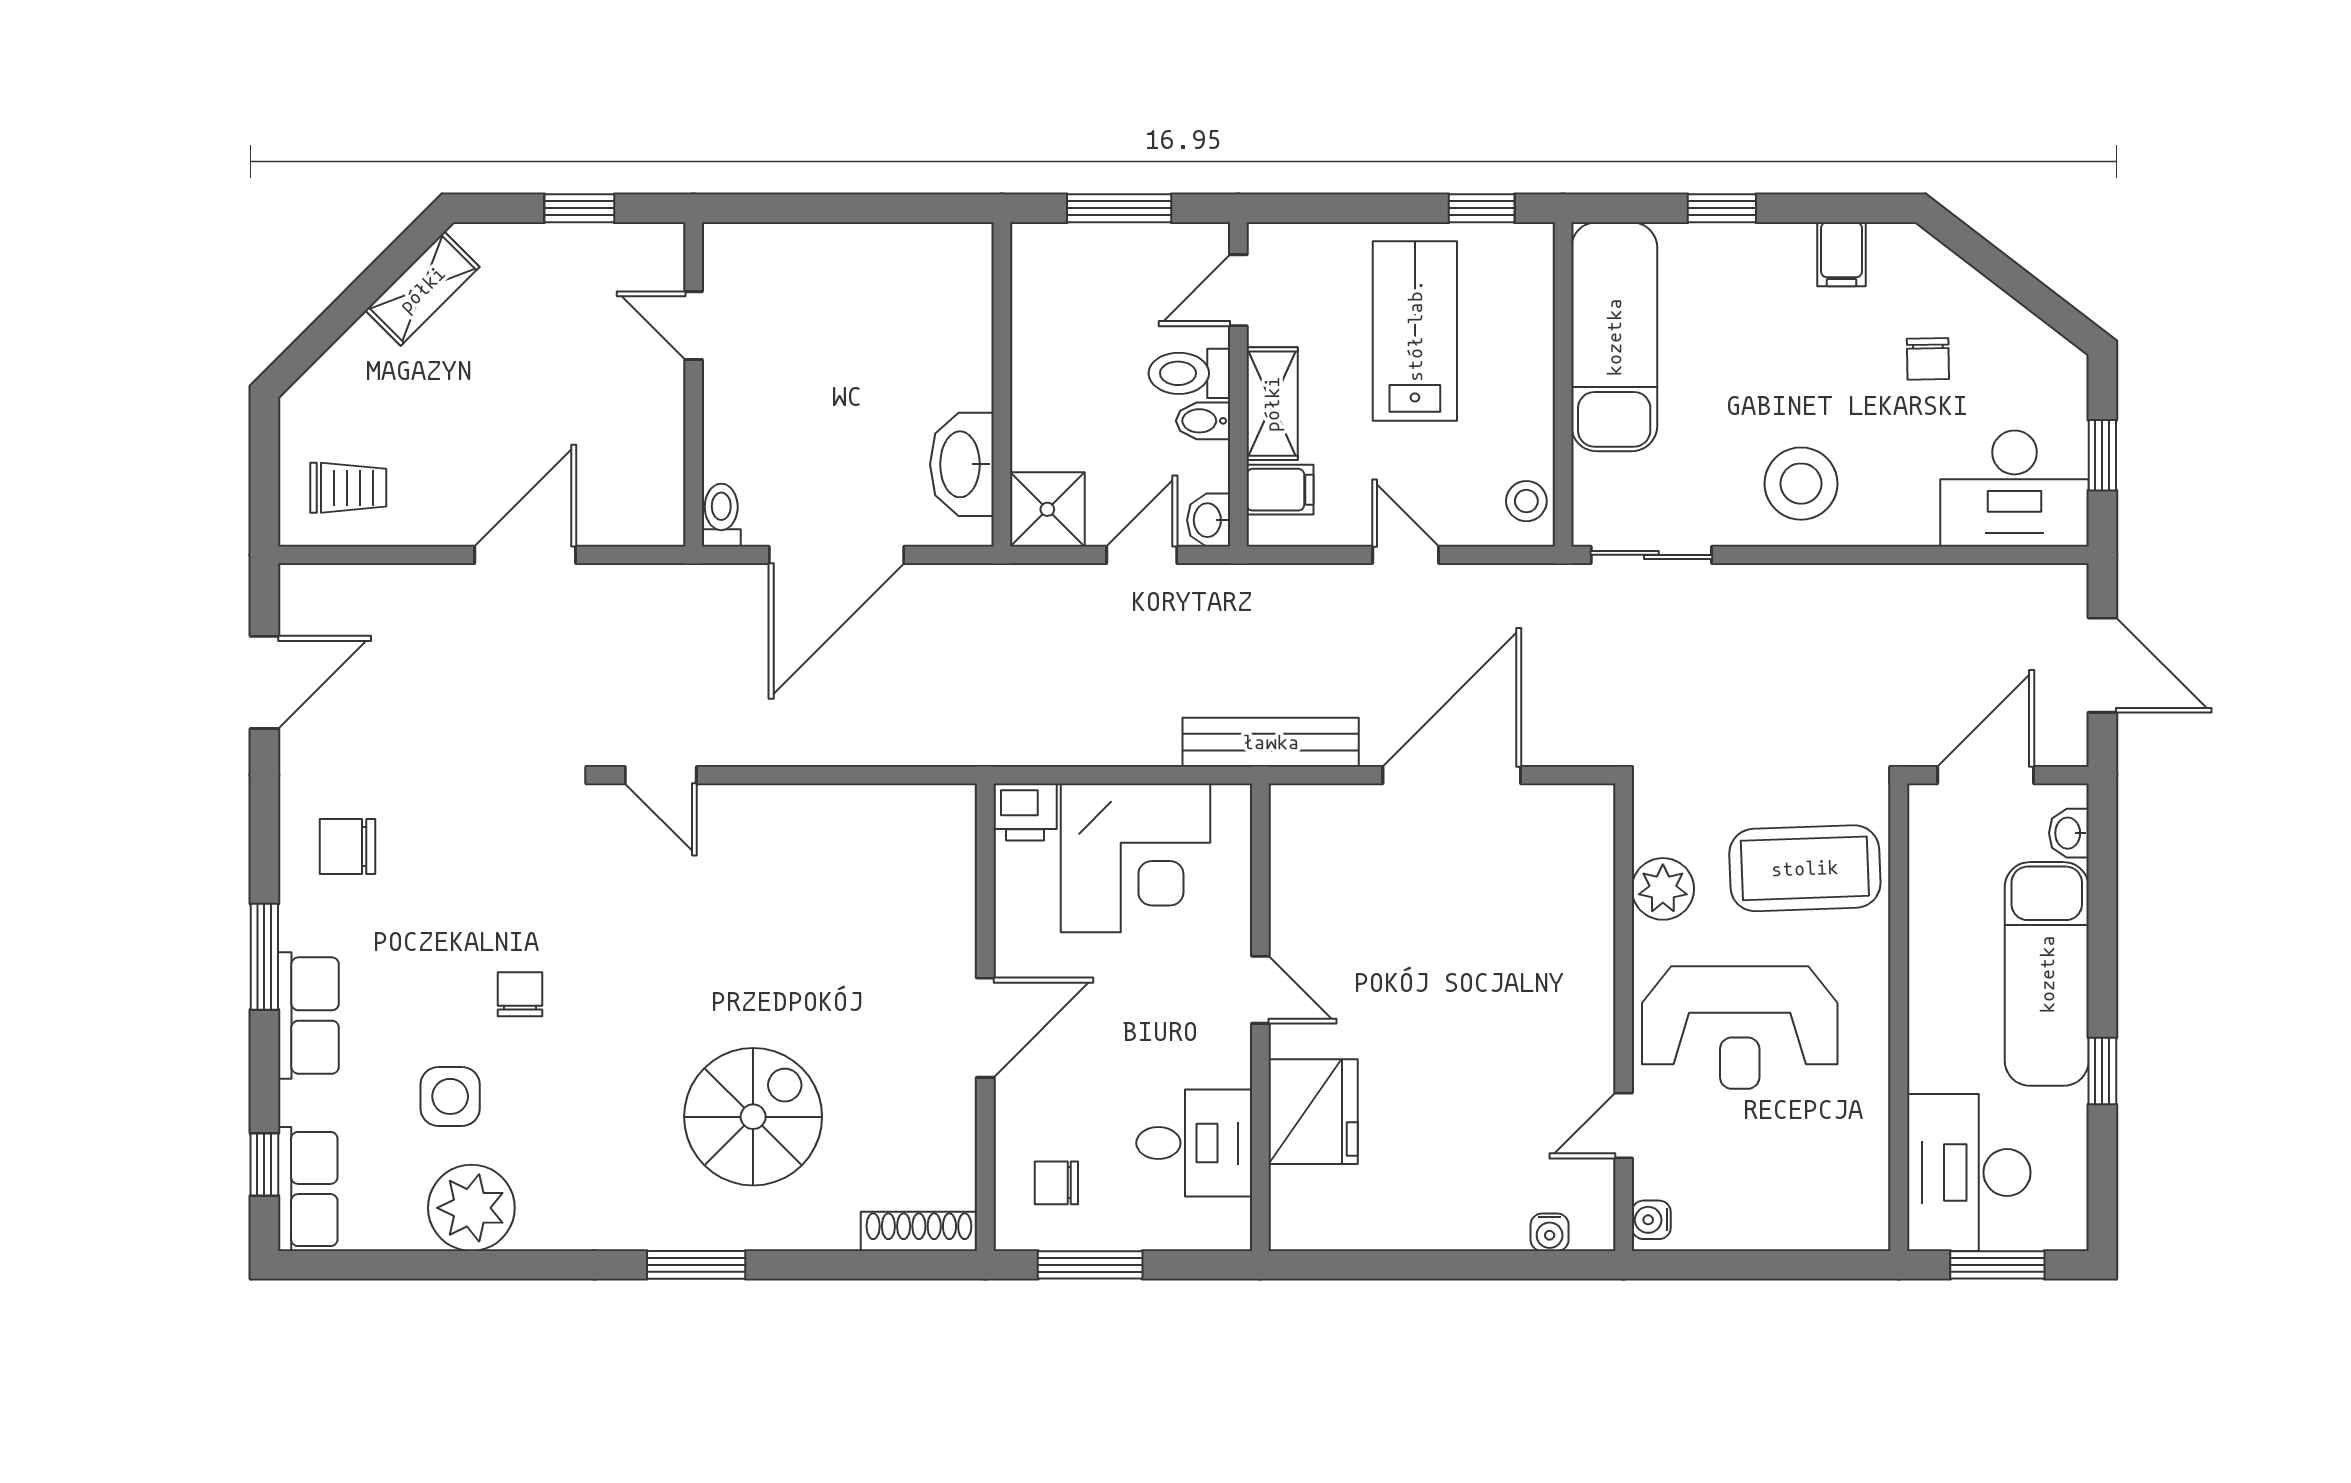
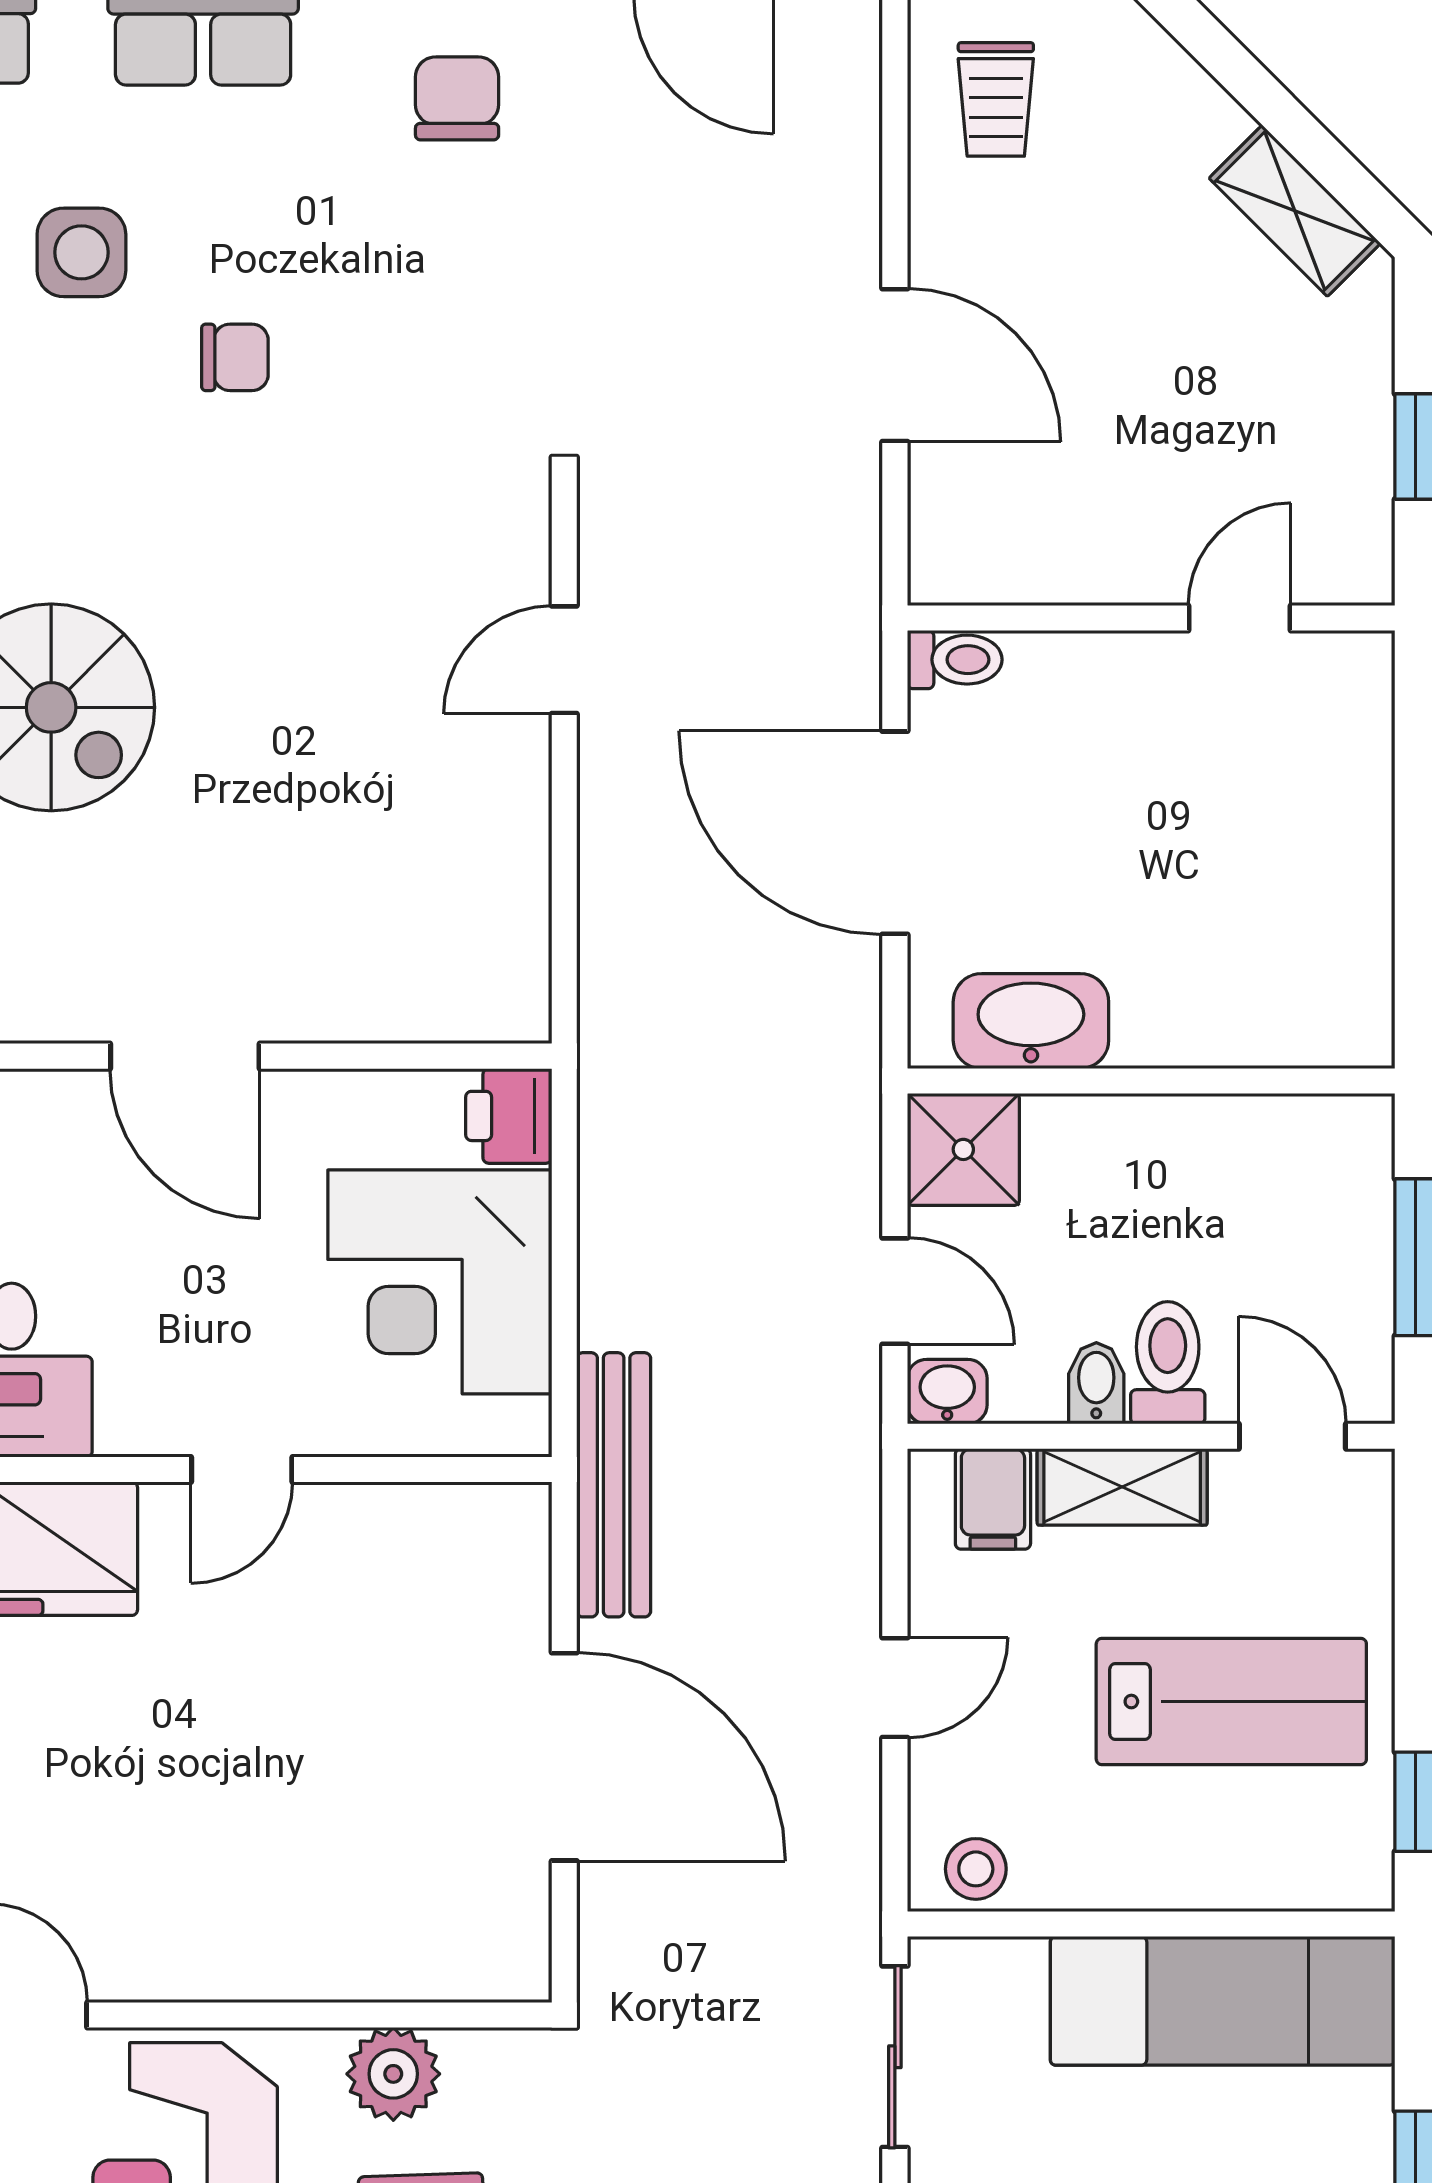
door: (661, 775) -> (564, 660), moved

